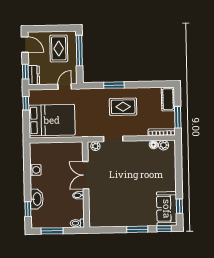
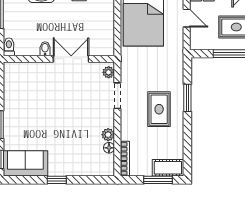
door: (65, 87) -> (187, 18), moved
window: (178, 117) -> (158, 180), moved
plant: (164, 145) -> (108, 135), moved
window: (179, 206) -> (57, 180), moved

